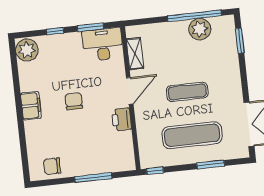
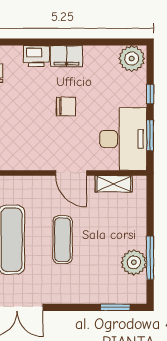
window: (194, 16) -> (150, 258), width x0.68
desk: (103, 44) -> (123, 139), width x1.36, depth x1.30
printer: (122, 119) -> (36, 56), moved, turned 180

